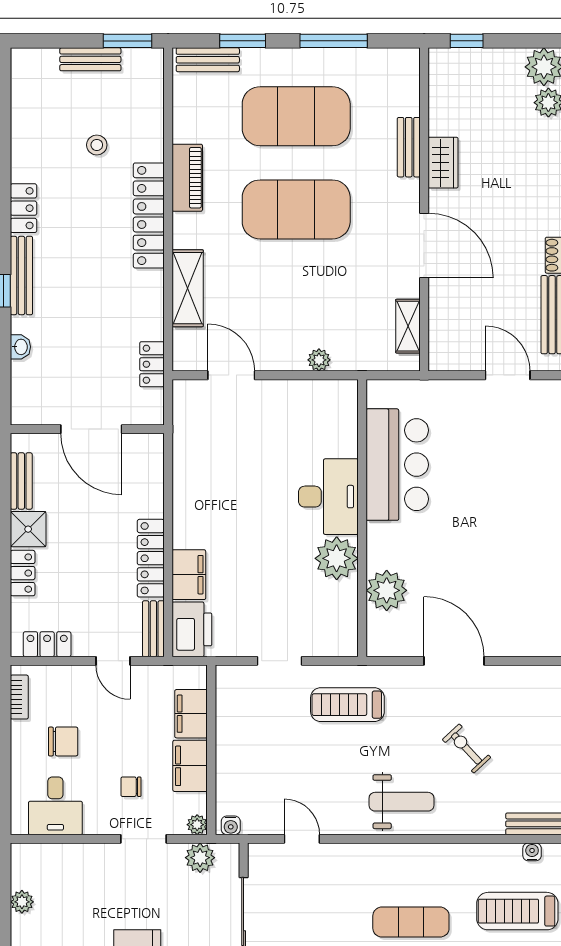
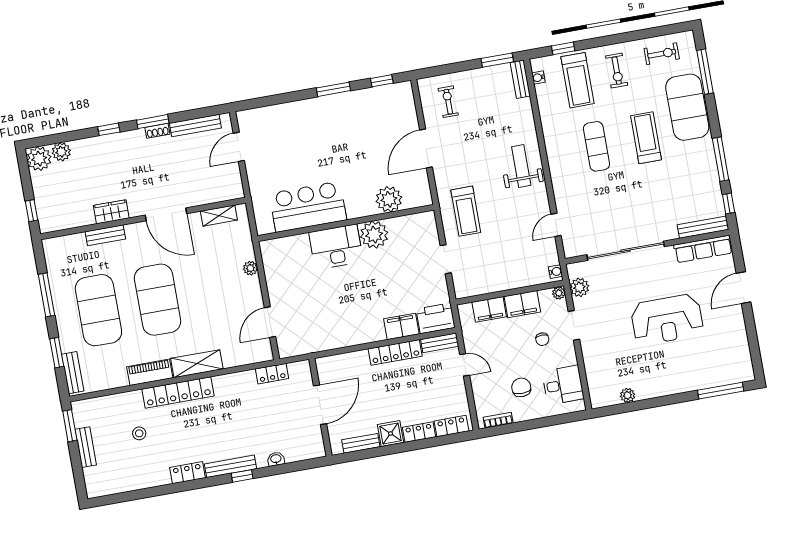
door: (424, 246) -> (166, 214), swing flipped
shelving: (188, 288) -> (197, 364), moved
locker: (47, 644) -> (451, 426), moved, turned 90
door: (113, 661) -> (465, 365), hinge flipped
exercise bike: (467, 748) -> (448, 102), moved, turned 133

